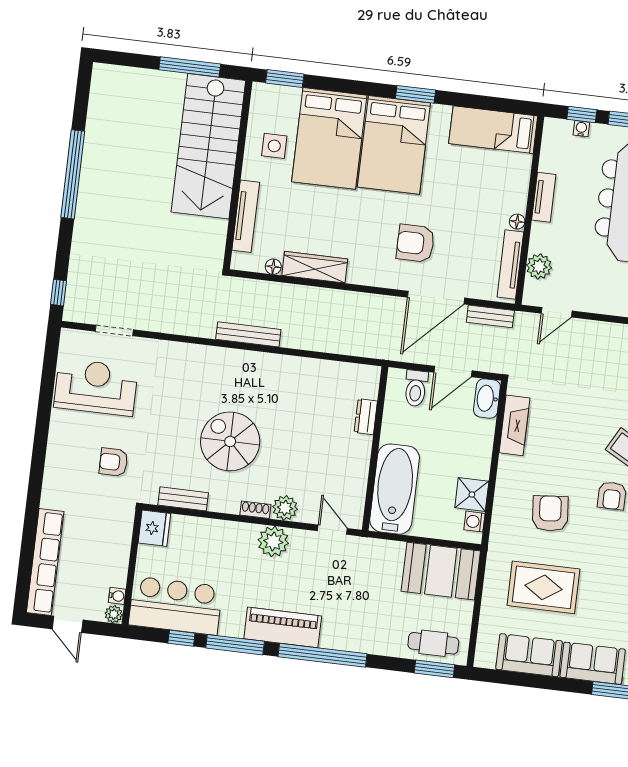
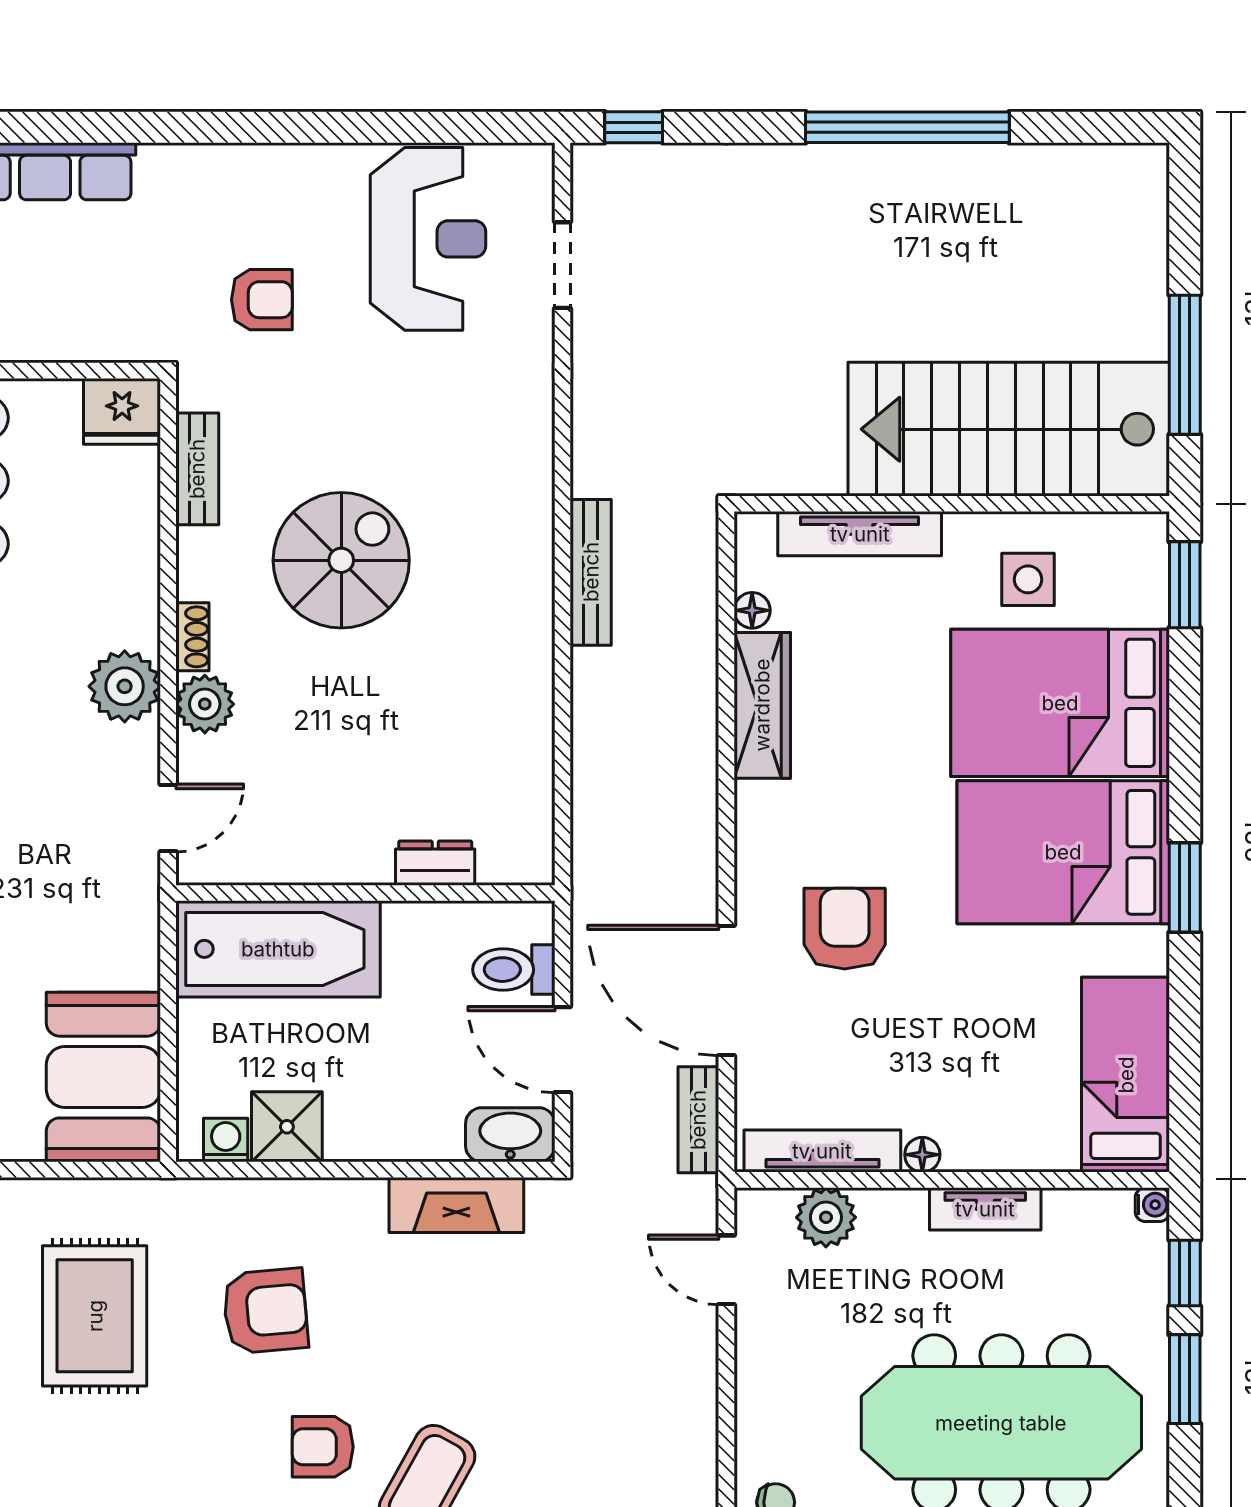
water cooler: (581, 129) -> (1152, 1205), moved
armchair: (113, 462) -> (262, 300), turned 90

